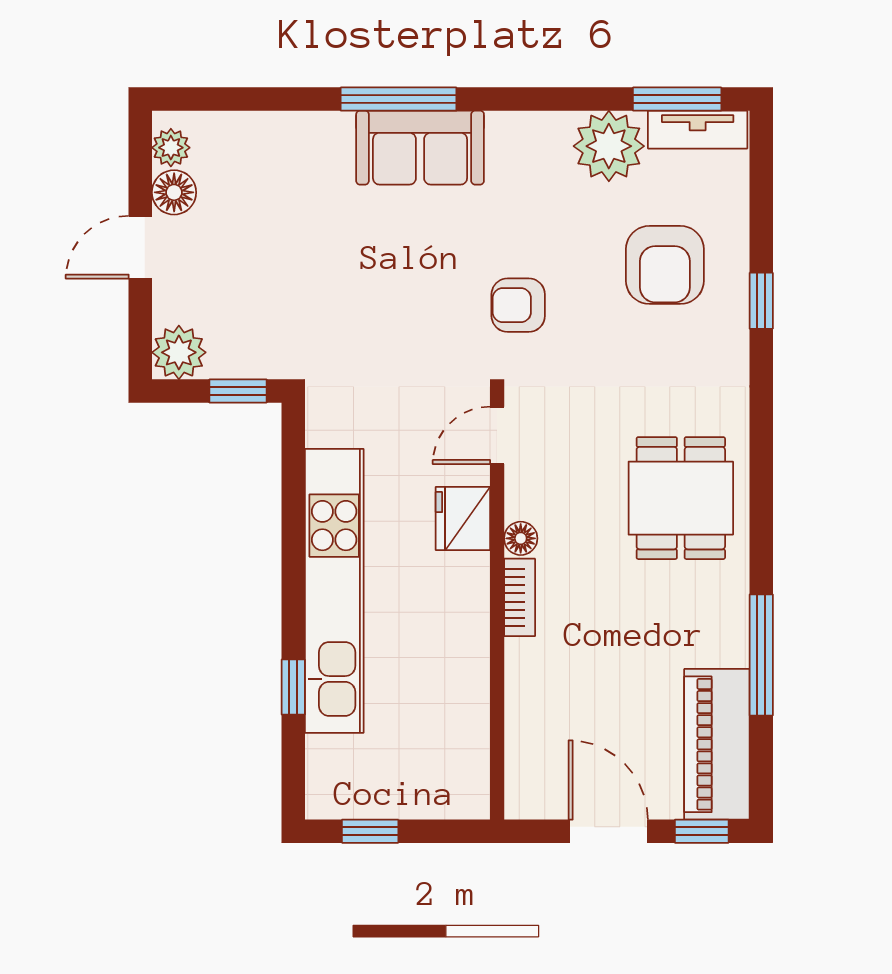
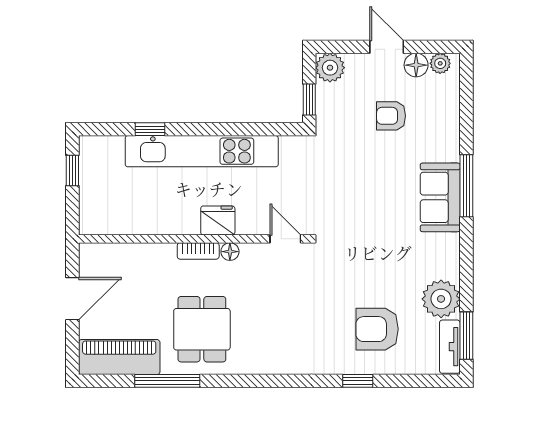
armchair: (518, 305) -> (391, 116), moved, turned -90
dining table: (681, 498) -> (202, 329), moved, turned 90
fridge: (463, 519) -> (218, 220), moved
window: (702, 831) -> (72, 349), removed

